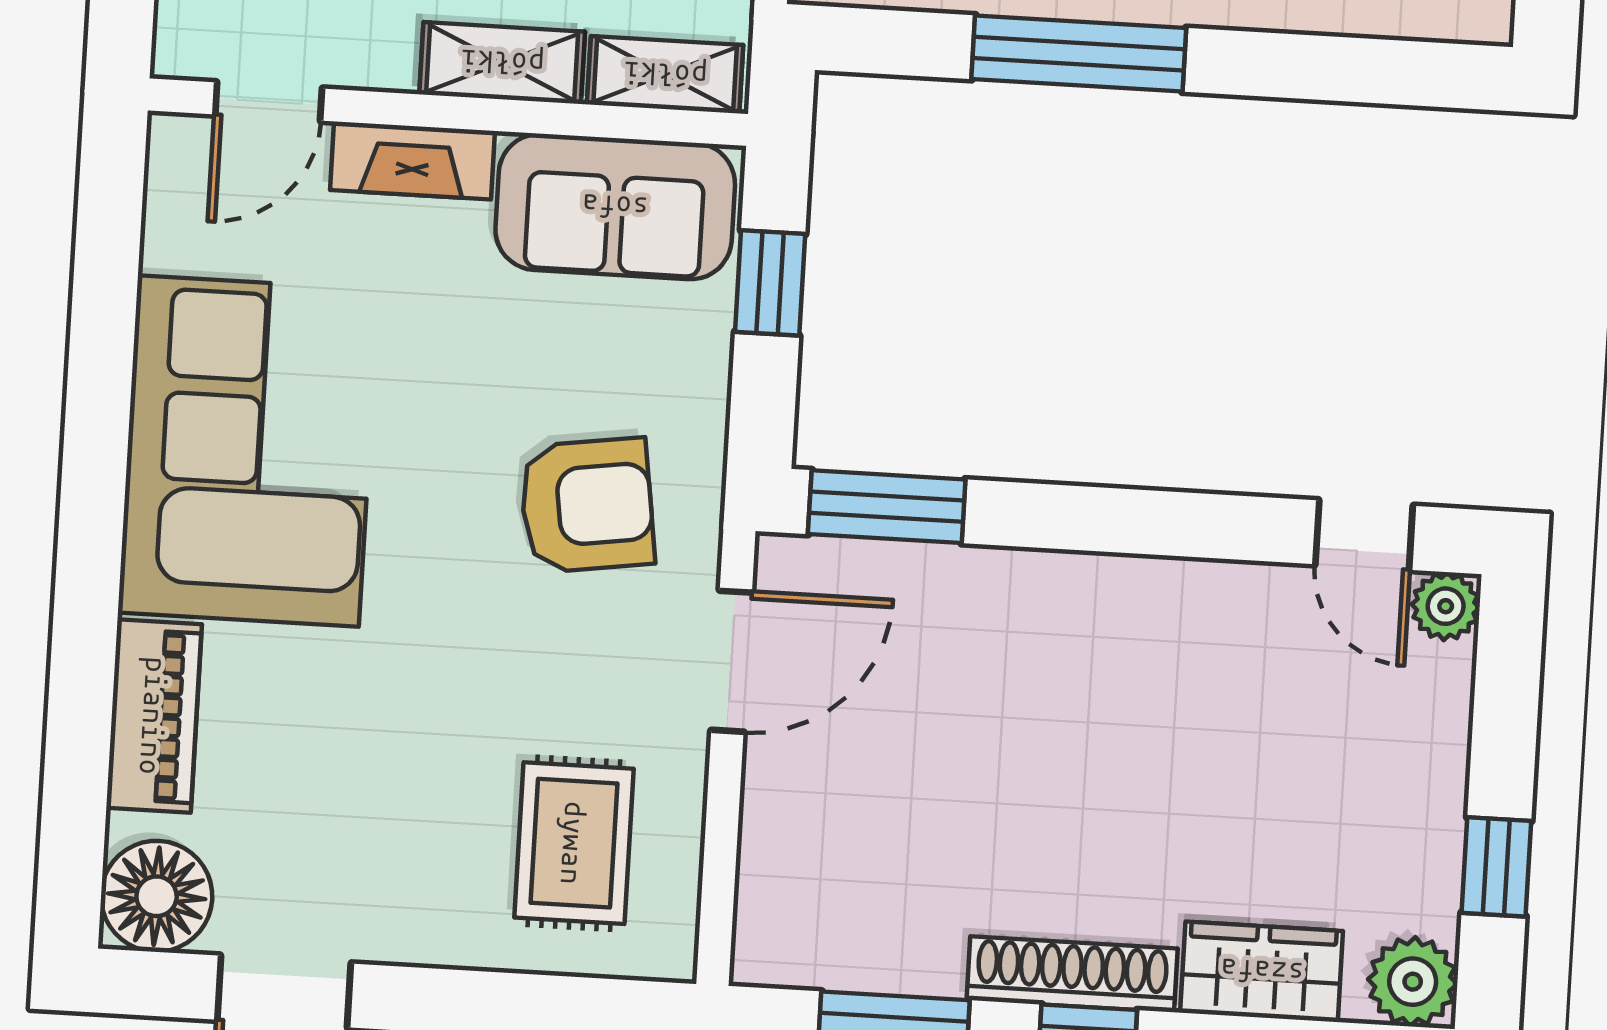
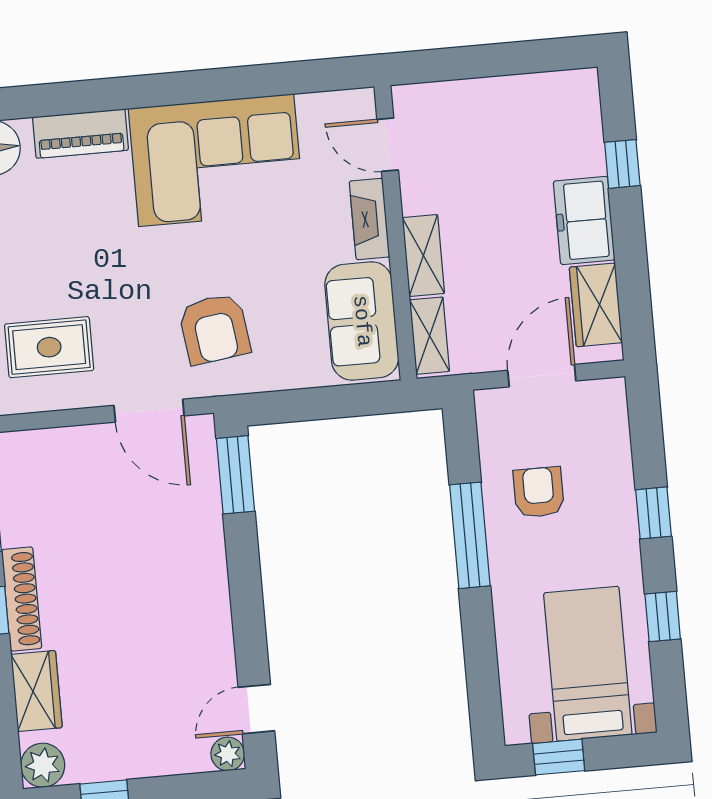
window: (770, 283) -> (336, 402), removed

